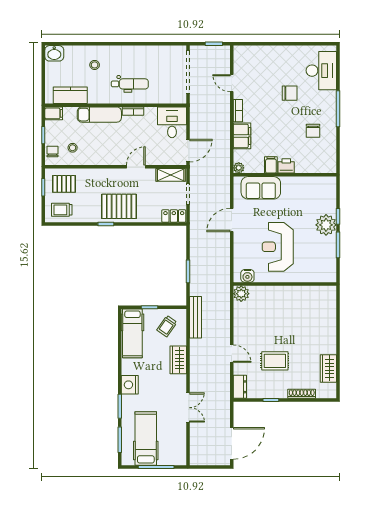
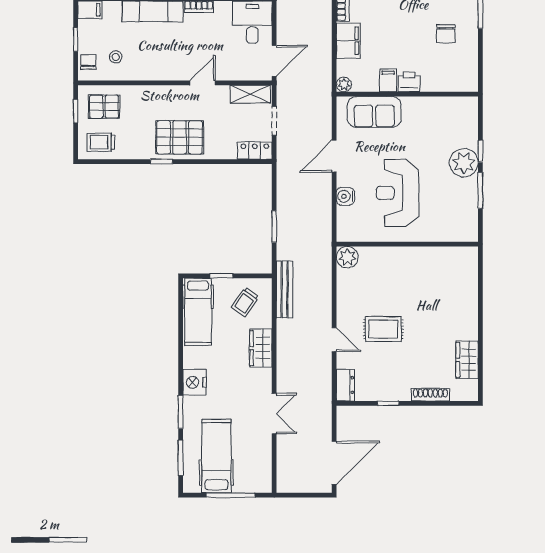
water cooler: (247, 276) -> (345, 196), moved, turned 90
rug: (275, 361) -> (383, 329), moved

